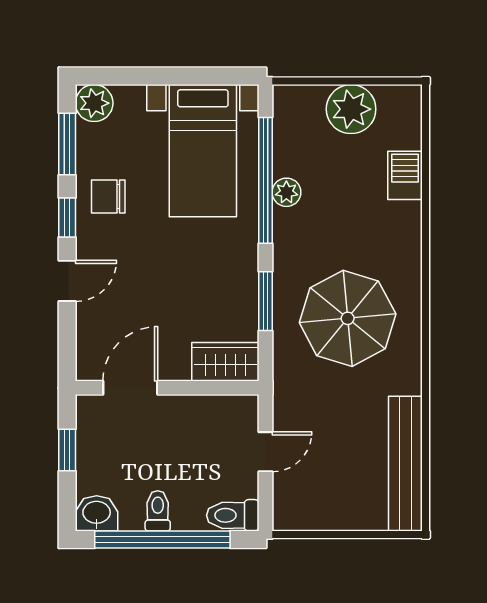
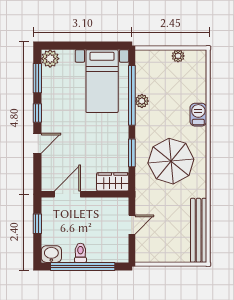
plant: (351, 109) -> (178, 56), width x0.53, depth x0.53
barbecue: (405, 175) -> (198, 115), moved
chair: (108, 196) -> (57, 103), removed
toilet: (233, 515) -> (116, 255), removed

